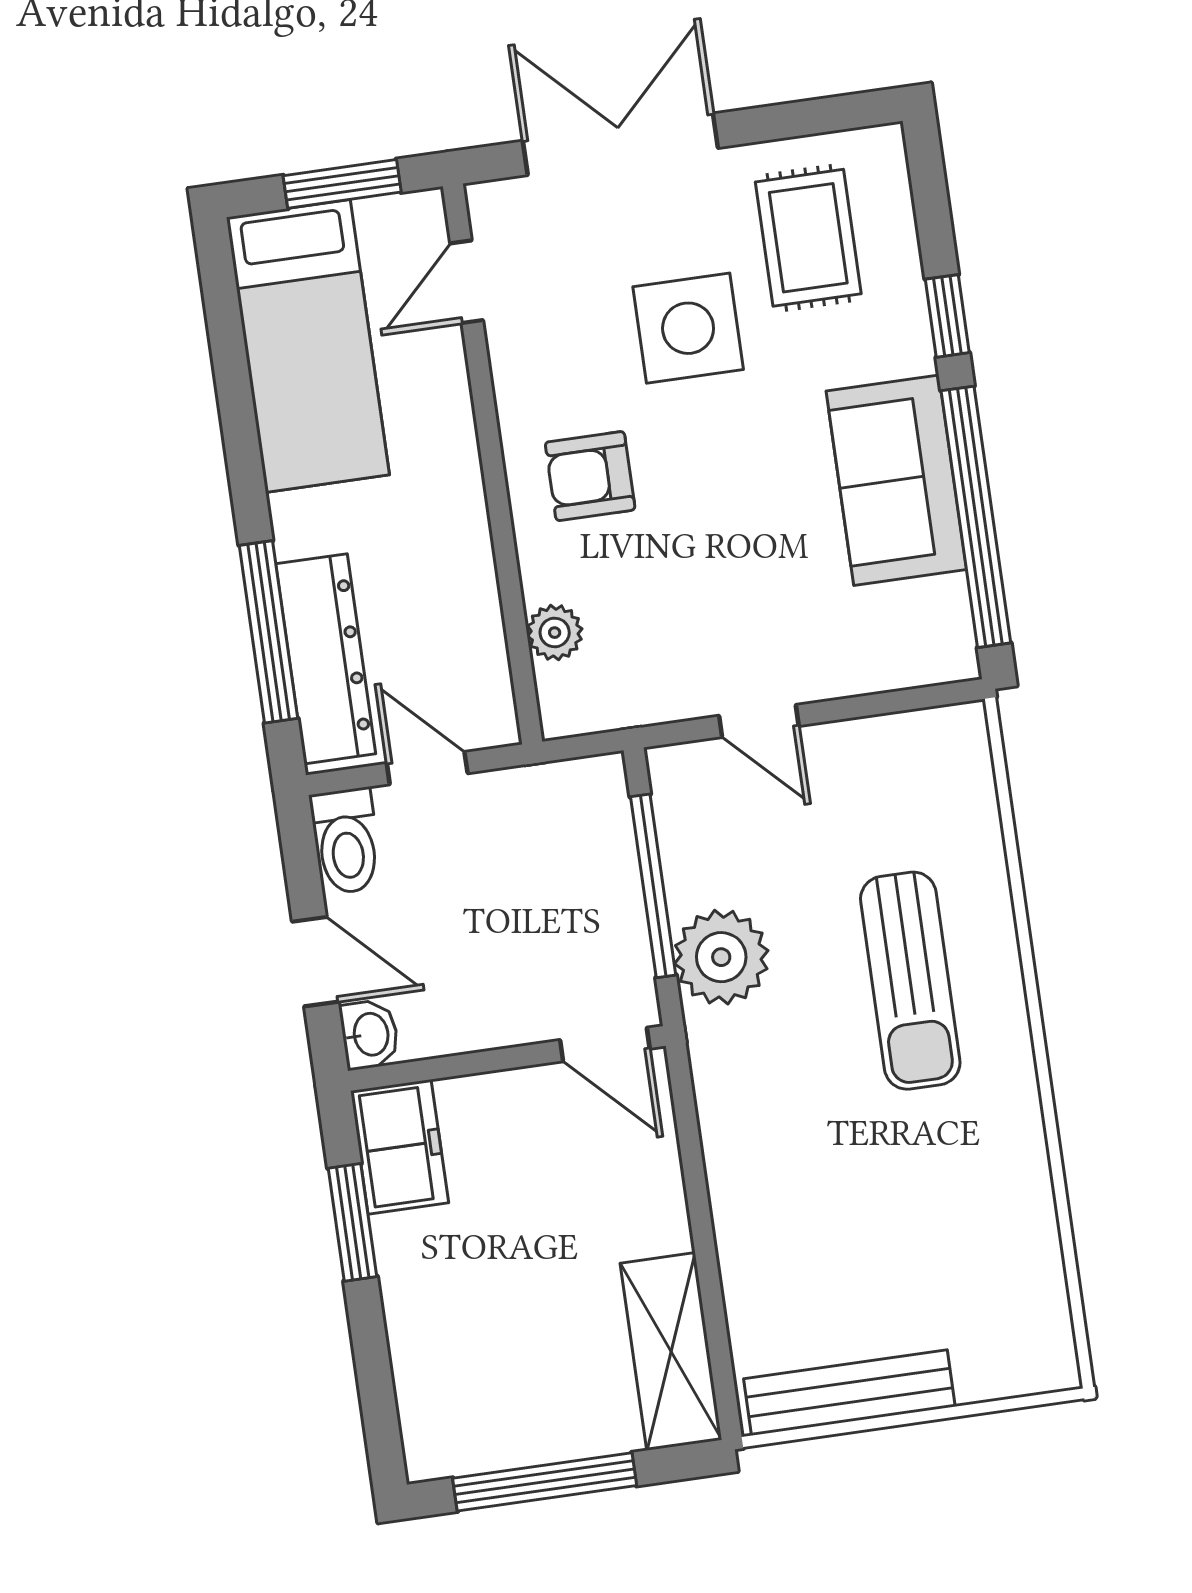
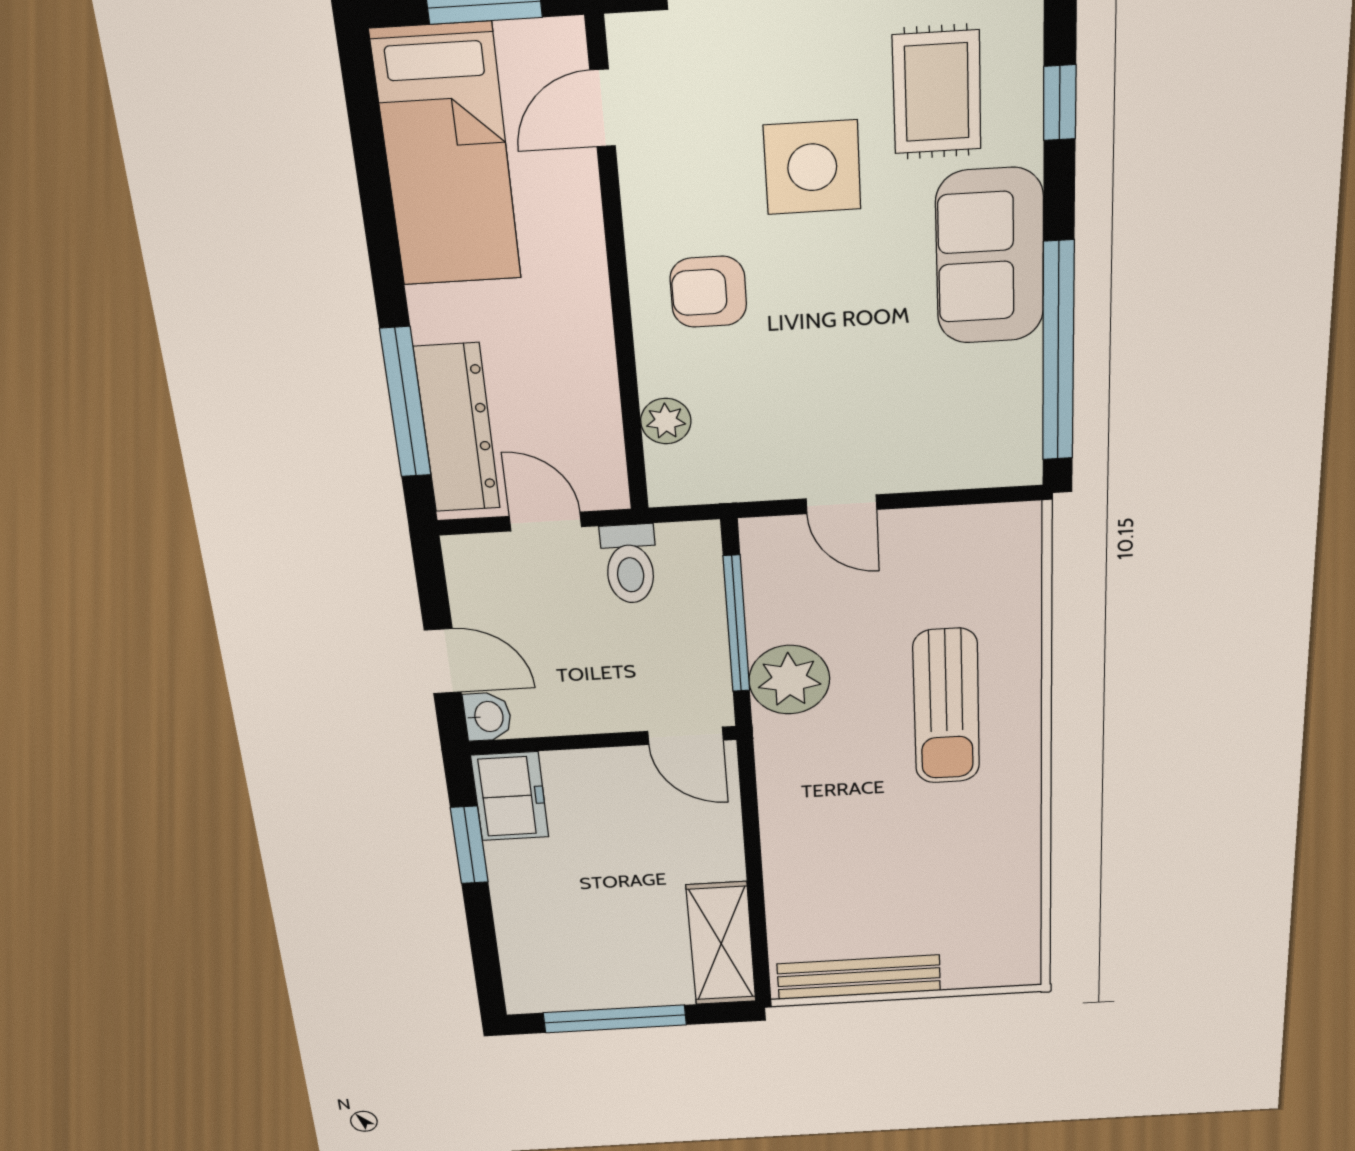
window: (947, 316) -> (1060, 103), moved
sofa: (896, 480) -> (990, 256), moved
toilet: (346, 841) -> (630, 564), moved

